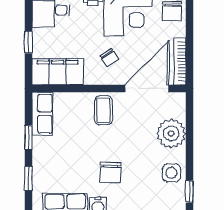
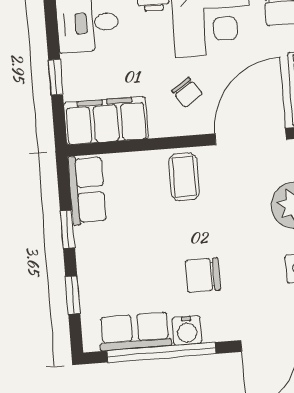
chair: (110, 172) -> (203, 275), turned 88

